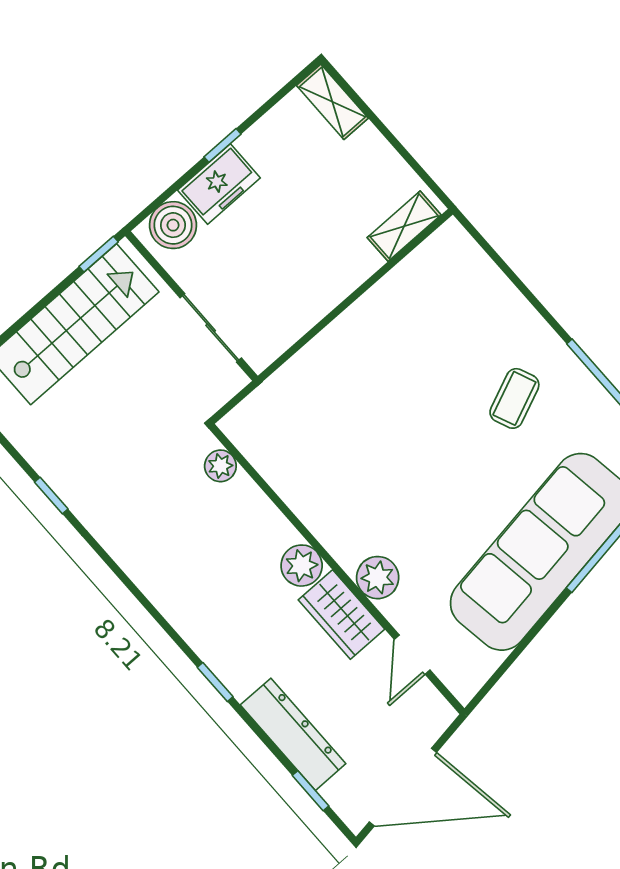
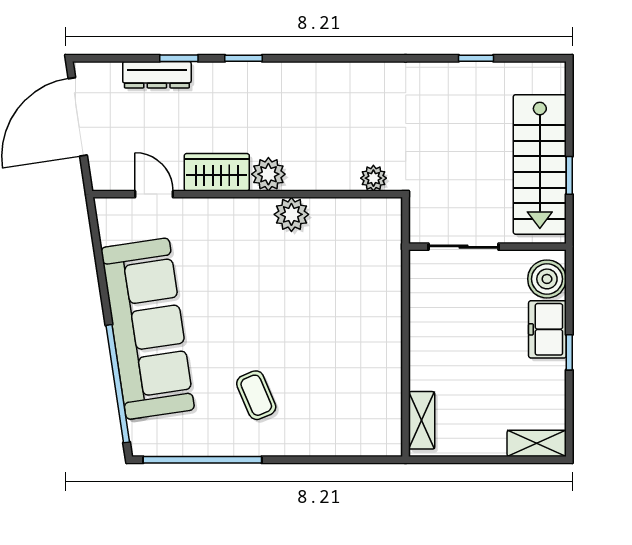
window: (99, 254) -> (569, 175), moved
window: (51, 496) -> (476, 58), moved
plant: (378, 578) -> (291, 214), moved
dresser: (293, 734) -> (157, 75), width x0.73, depth x0.80
window: (311, 791) -> (179, 58), moved

